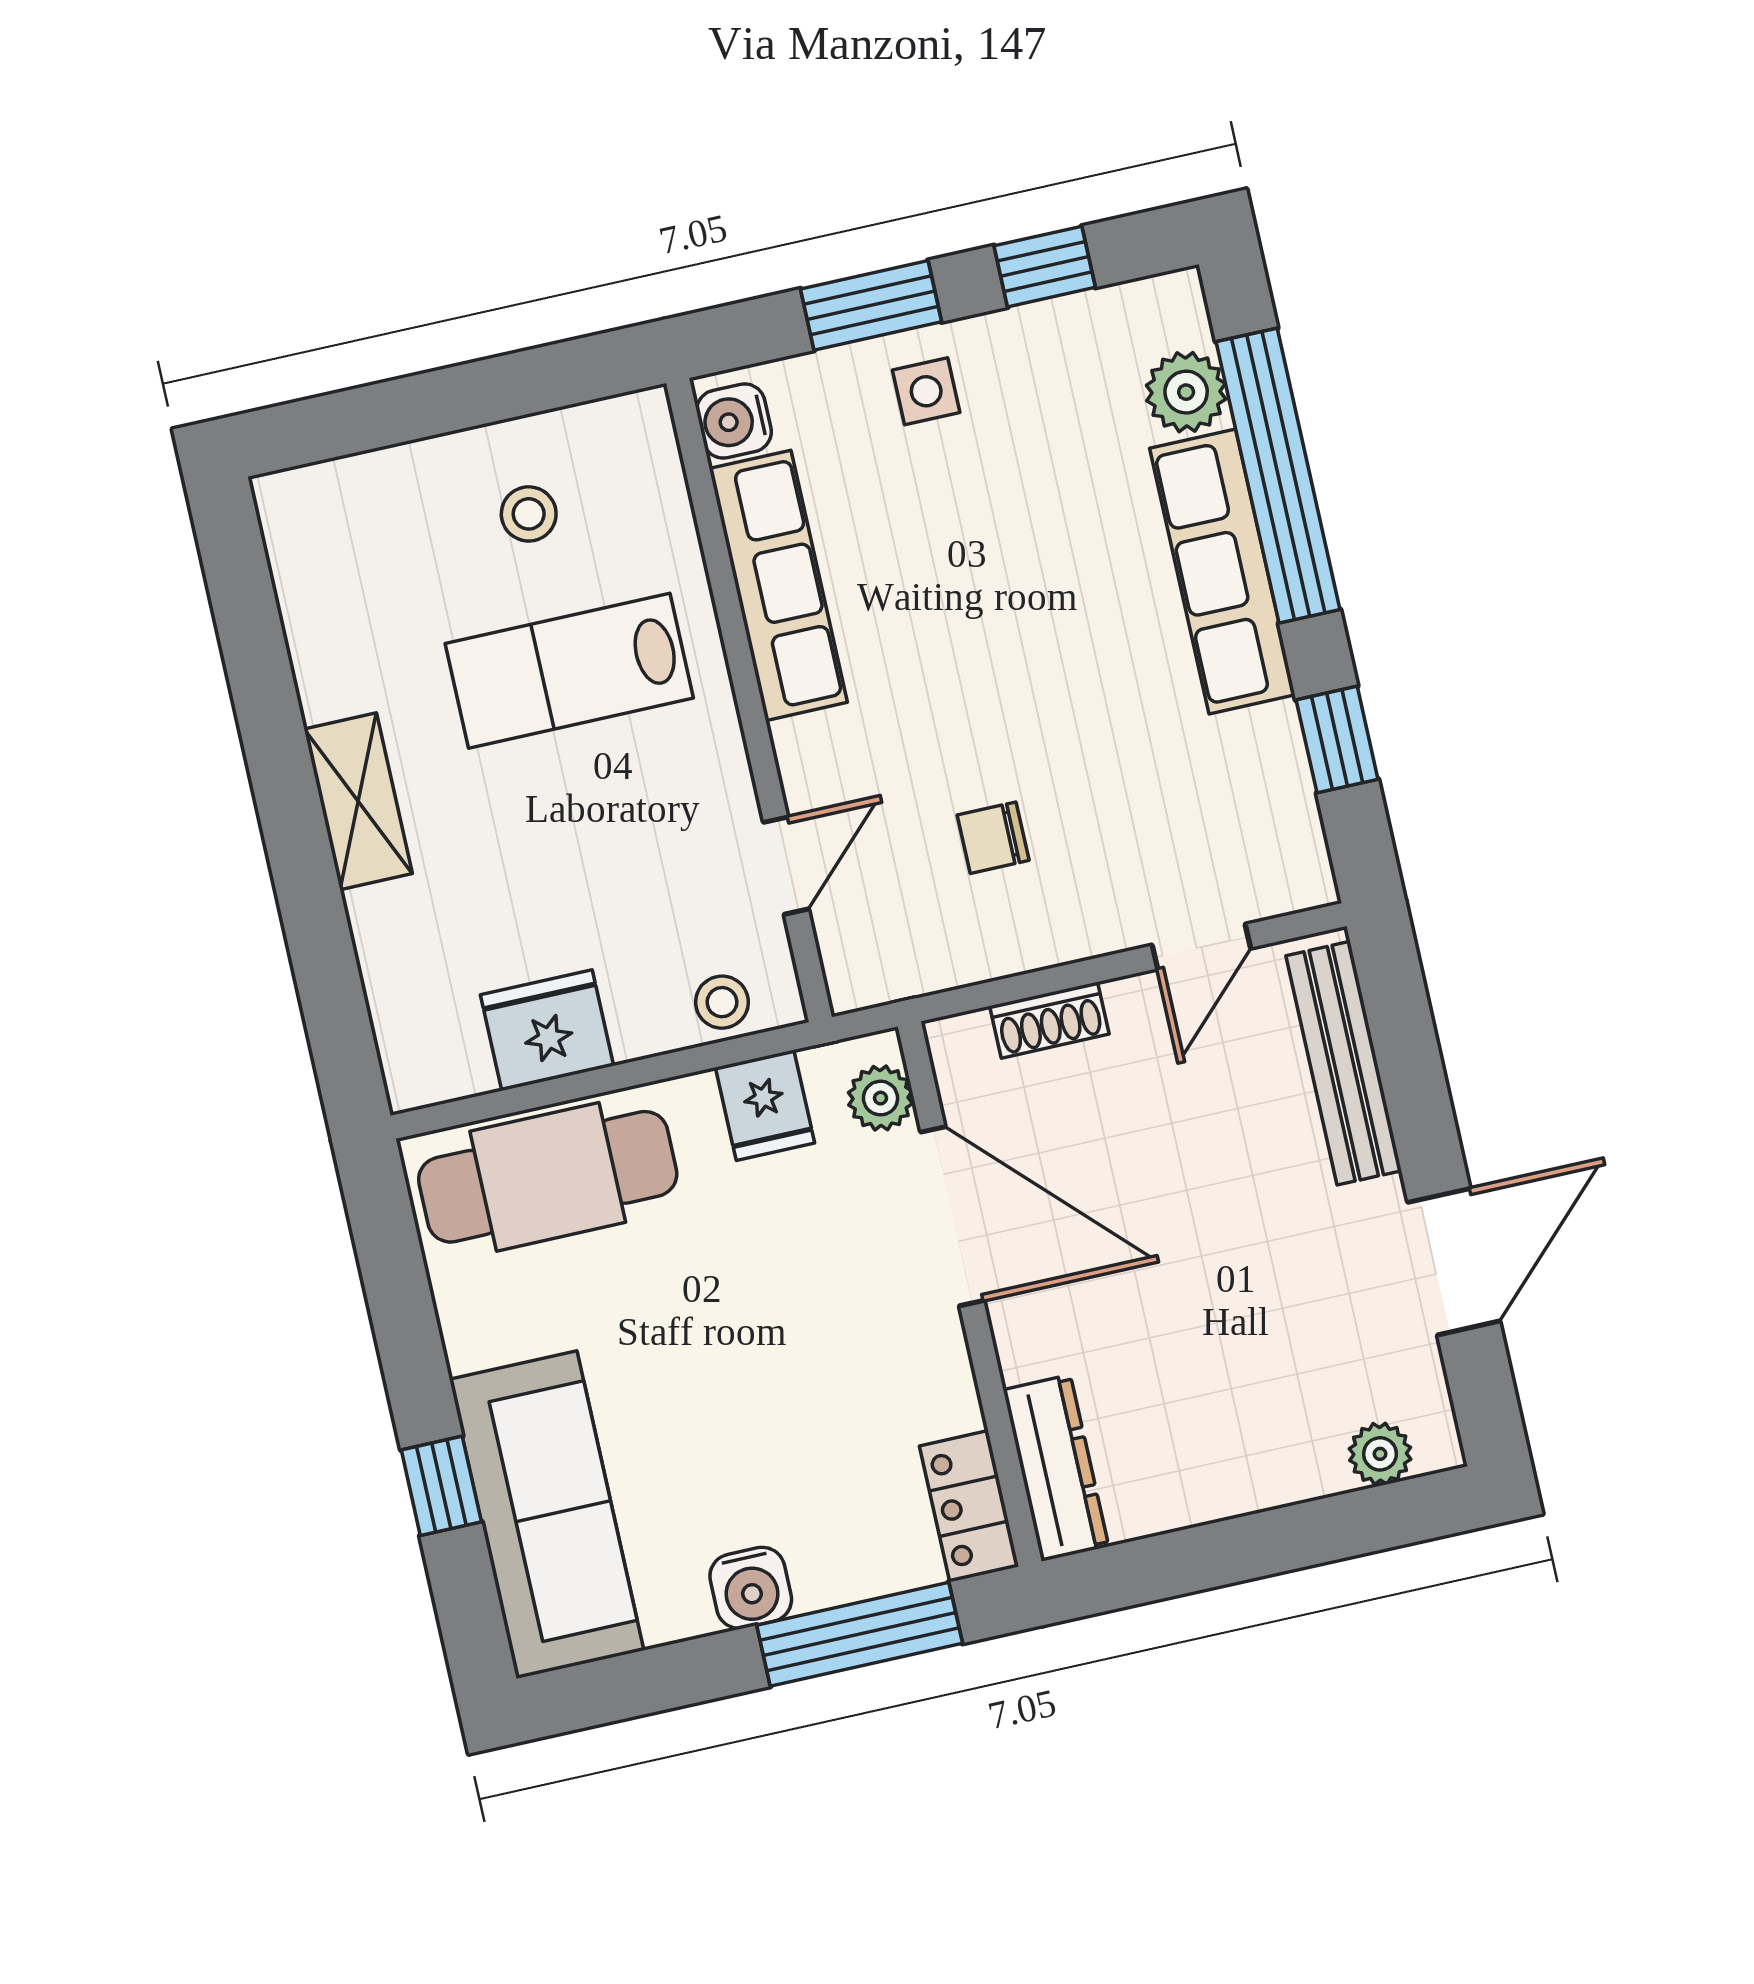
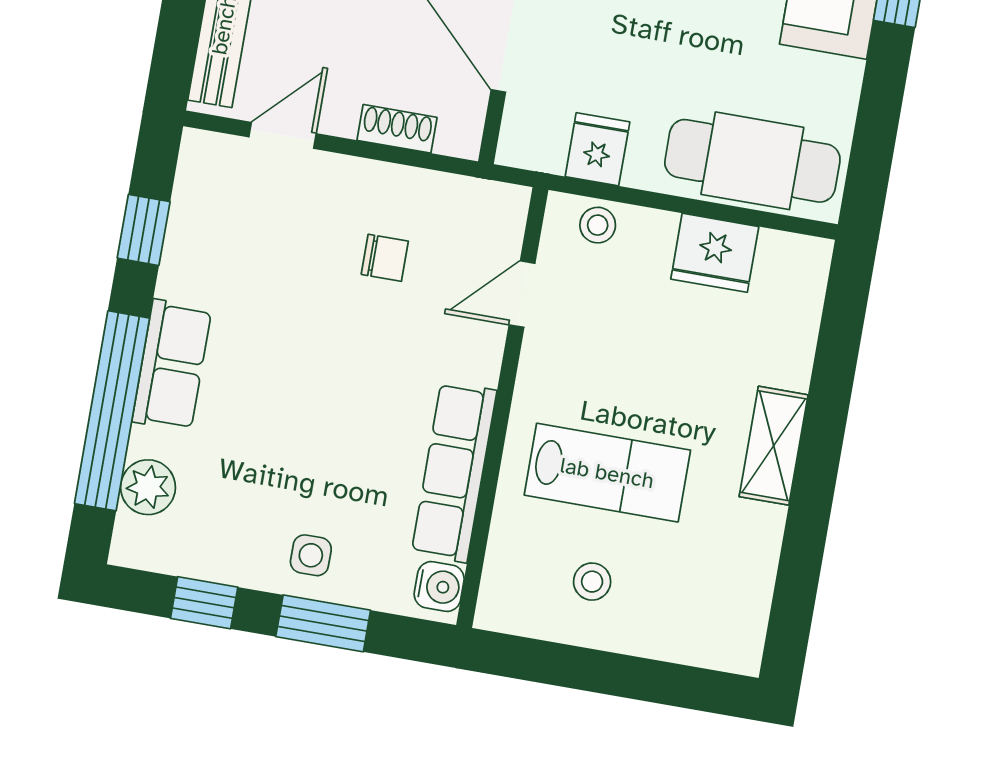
row of seats: (1222, 571) -> (172, 365), width x0.68
plant: (881, 1098) -> (523, 124), removed

